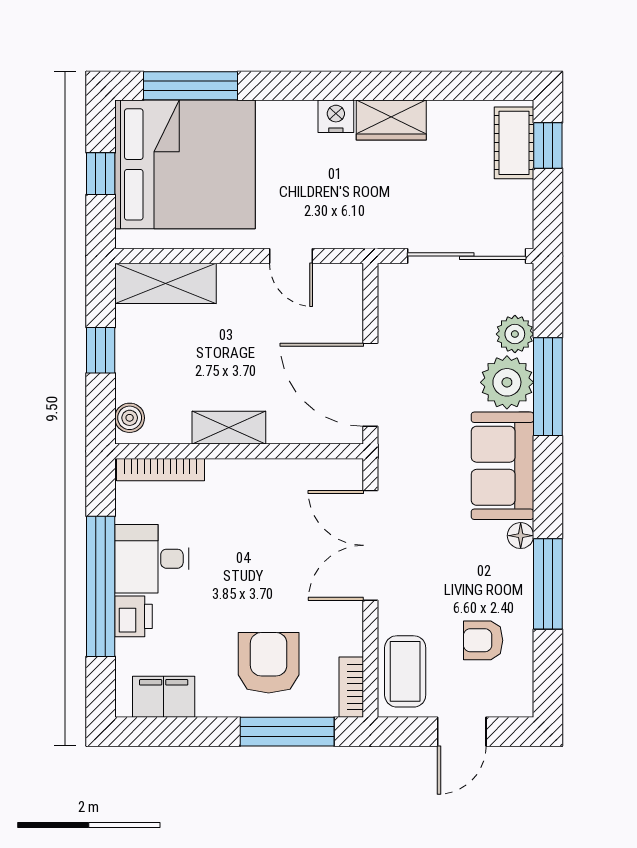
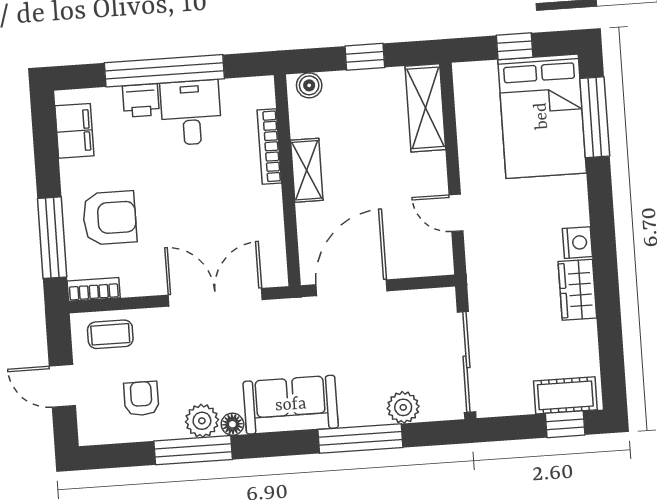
bed: (185, 164) -> (542, 116), width x0.73
door: (291, 256) -> (456, 213), hinge flipped
plant: (507, 382) -> (202, 421), moved, width x0.73, depth x0.73
bookcase: (161, 470) -> (269, 146), moved
coffee table: (405, 671) -> (110, 334), width x0.73, depth x0.77

